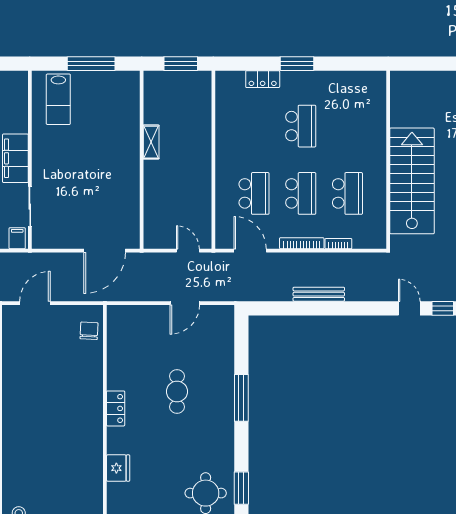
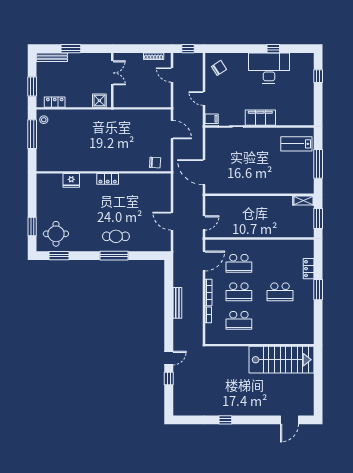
shelving: (151, 142) -> (303, 201), moved
stairs: (412, 181) -> (281, 360), moved
cafe table: (177, 392) -> (116, 236), moved

